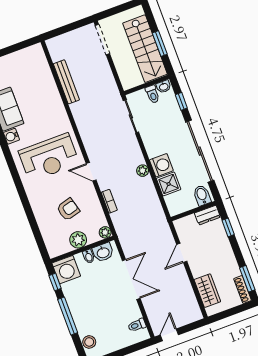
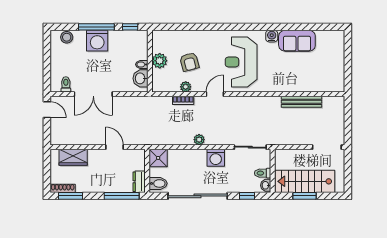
washing machine: (161, 165) -> (216, 158), moved
shower: (169, 184) -> (158, 158), moved
window: (228, 227) -> (122, 196), width x2.17
plant: (105, 232) -> (186, 87), moved
washing machine: (66, 270) -> (97, 41), moved, turned -90
double door: (131, 280) -> (93, 94), moved

